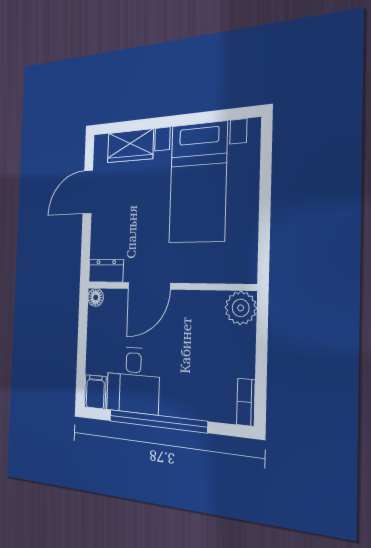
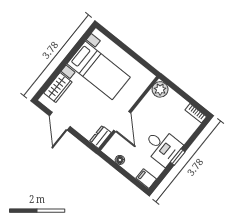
floor lamp: (96, 297) -> (120, 160), moved
desk: (133, 380) -> (162, 147), moved
window: (157, 421) -> (178, 157), width x0.32

